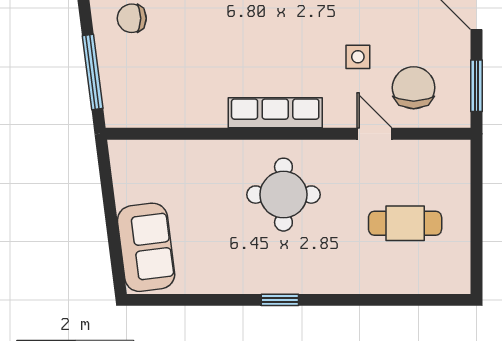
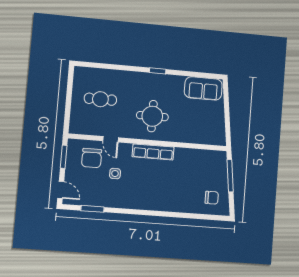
sofa: (146, 247) -> (203, 88), moved, turned -83

